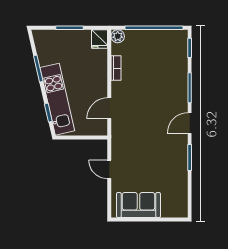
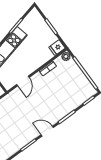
door: (109, 108) -> (23, 81), swing flipped

